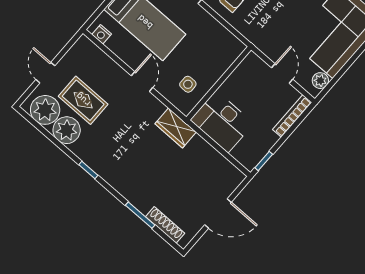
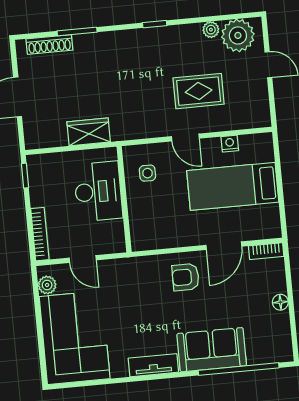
nightstand: (102, 34) -> (230, 144), moved
rug: (83, 100) -> (199, 91), moved
desk: (222, 122) -> (98, 191), moved, turned 90
wardrobe: (176, 128) -> (89, 132), moved
plant: (67, 130) -> (211, 30), width x0.53, depth x0.53

